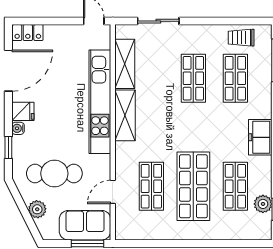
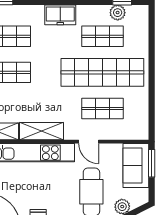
shop shelf: (193, 186) -> (102, 72), width x1.40
door: (113, 192) -> (89, 142), moved

